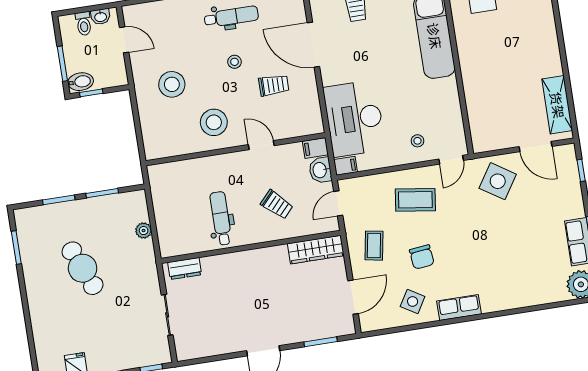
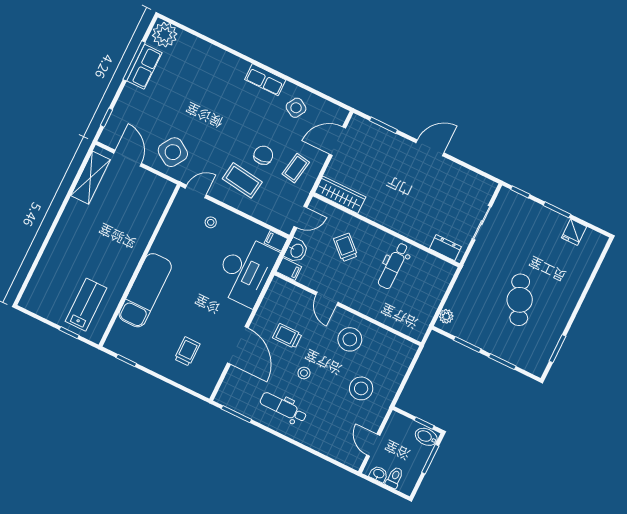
plant: (144, 231) -> (446, 316), moved
chair: (422, 257) -> (263, 155), moved

